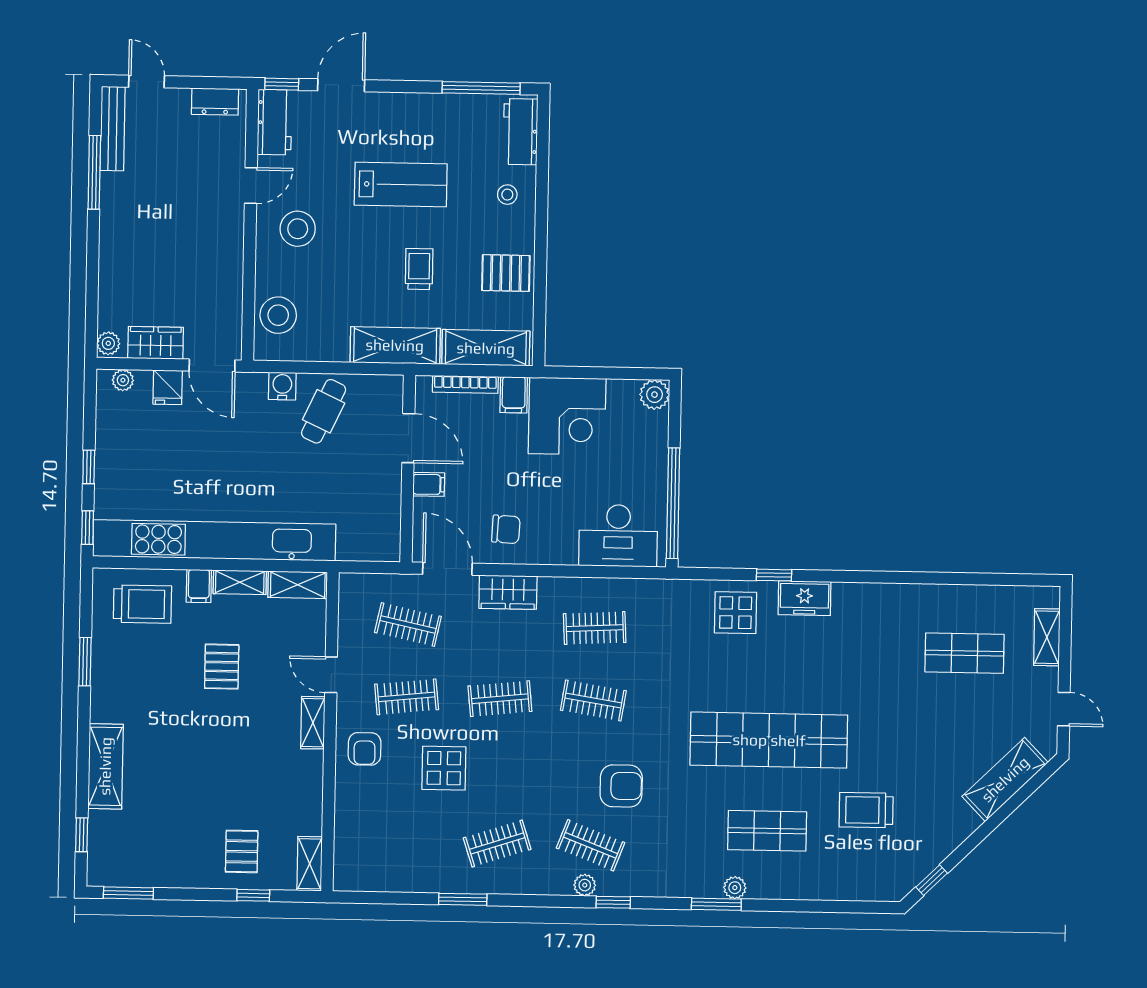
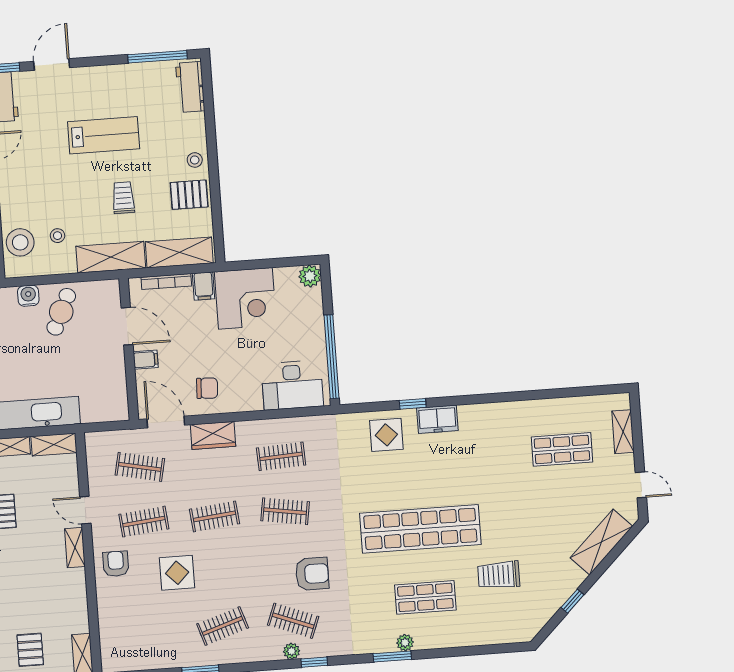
stool: (507, 195) -> (195, 160), moved
stool: (298, 229) -> (58, 236), moved, width x0.53, depth x0.53
armchair: (365, 749) -> (116, 564), turned 180
window: (932, 880) -> (572, 601), moved

